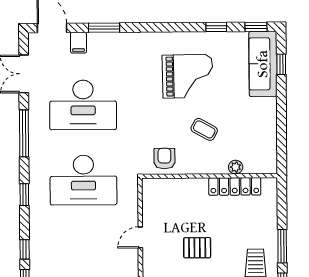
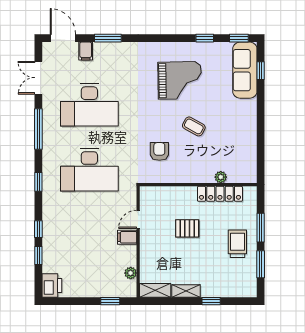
plant: (236, 167) -> (221, 177), moved
wall: (210, 176) -> (198, 185), moved
locker: (235, 186) -> (220, 194), moved
filing cabinet: (128, 258) -> (127, 237), added

